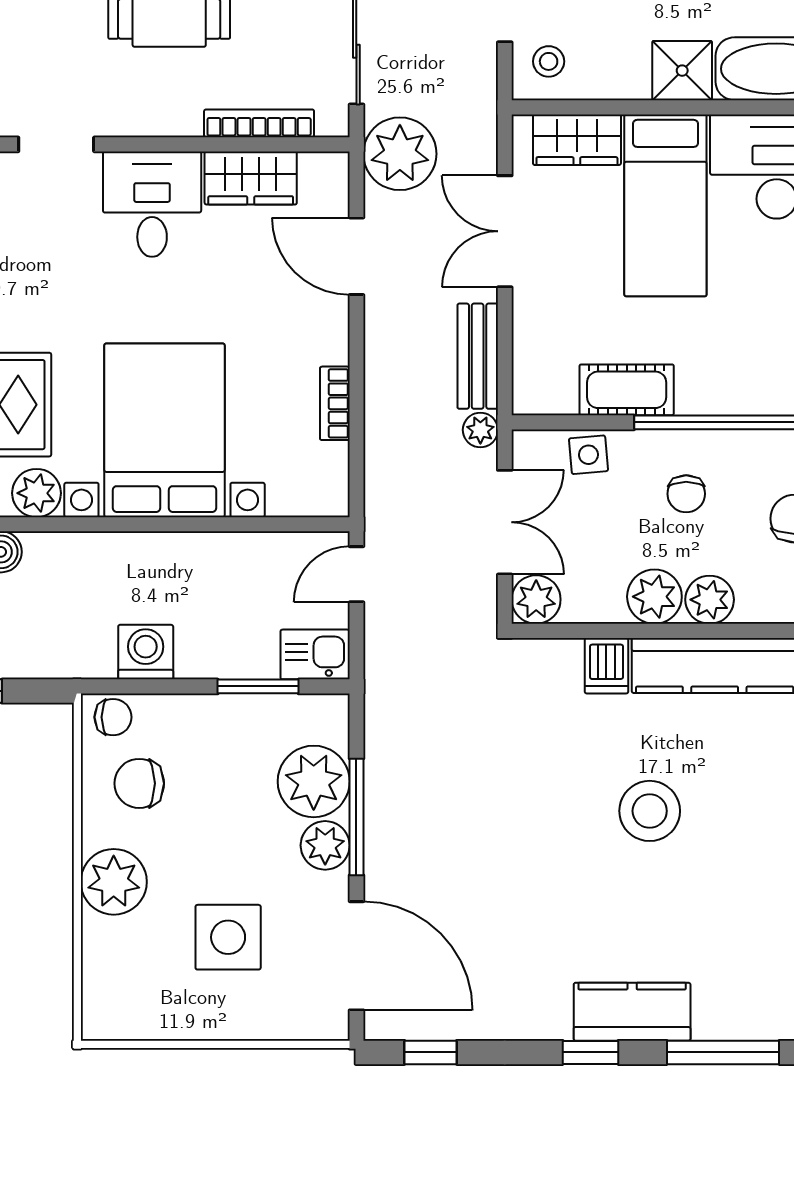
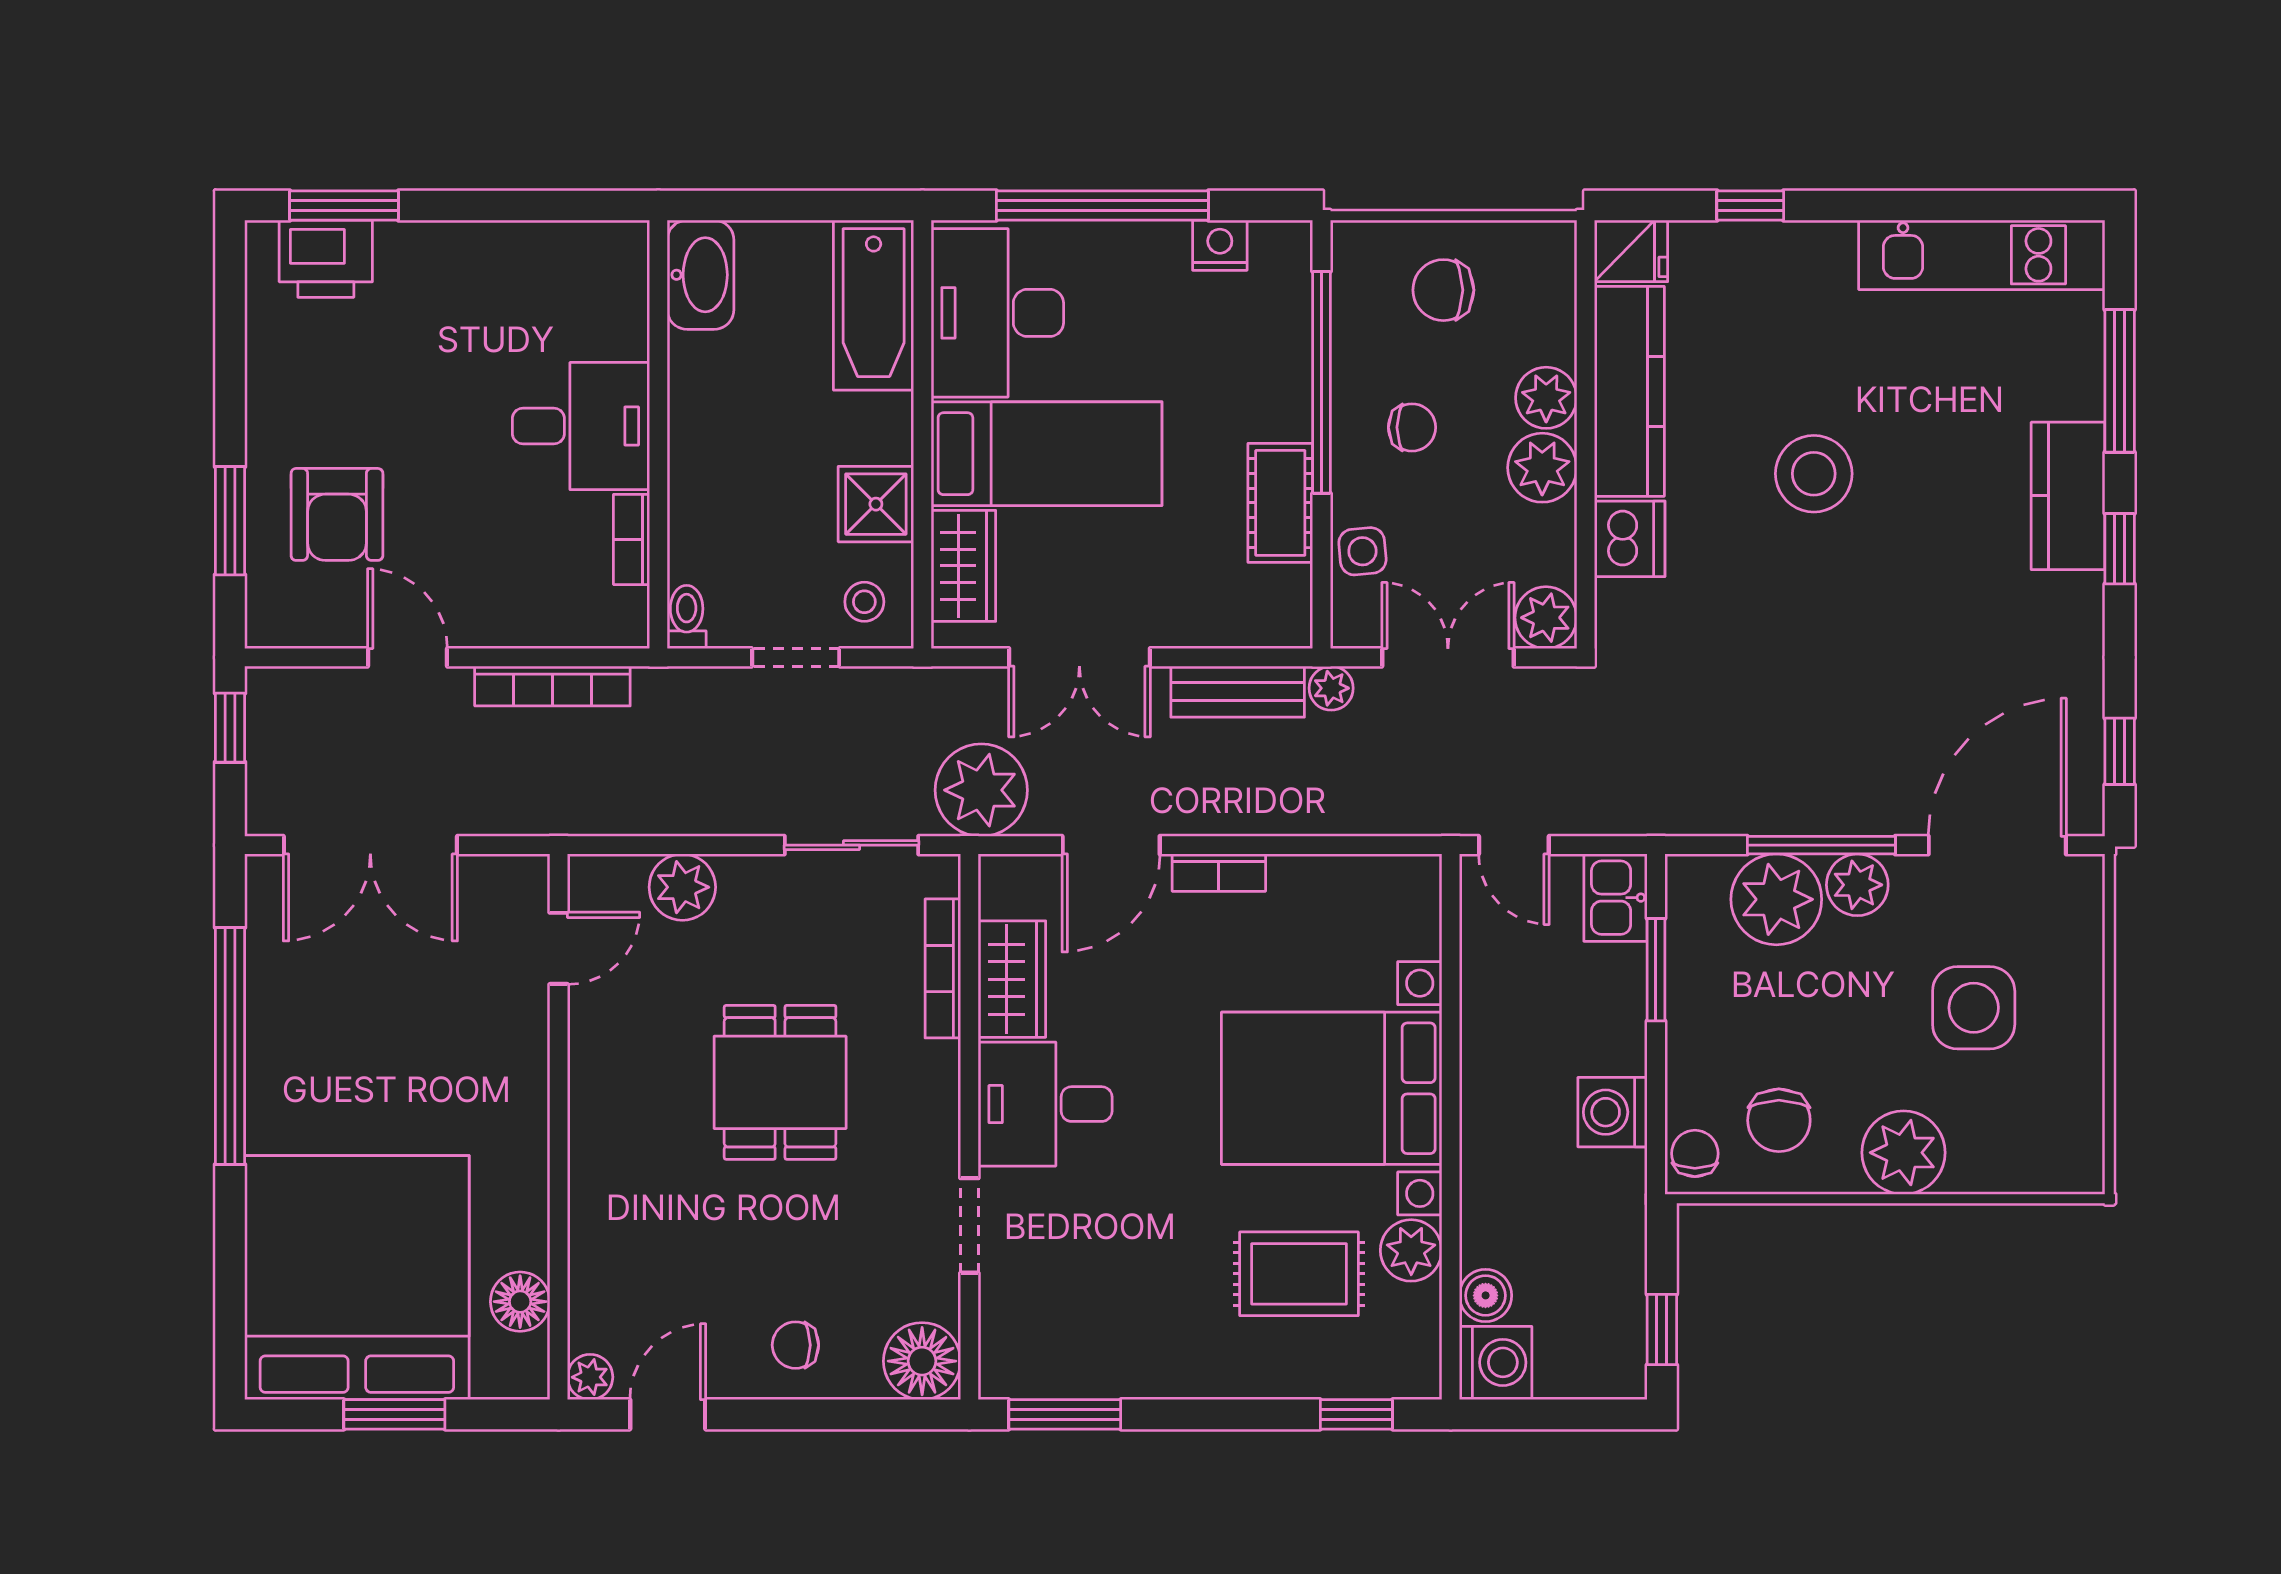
shower: (682, 71) -> (876, 504), moved
bookcase: (335, 403) -> (1219, 873), moved
dishwasher: (606, 666) -> (1630, 539), width x1.38

